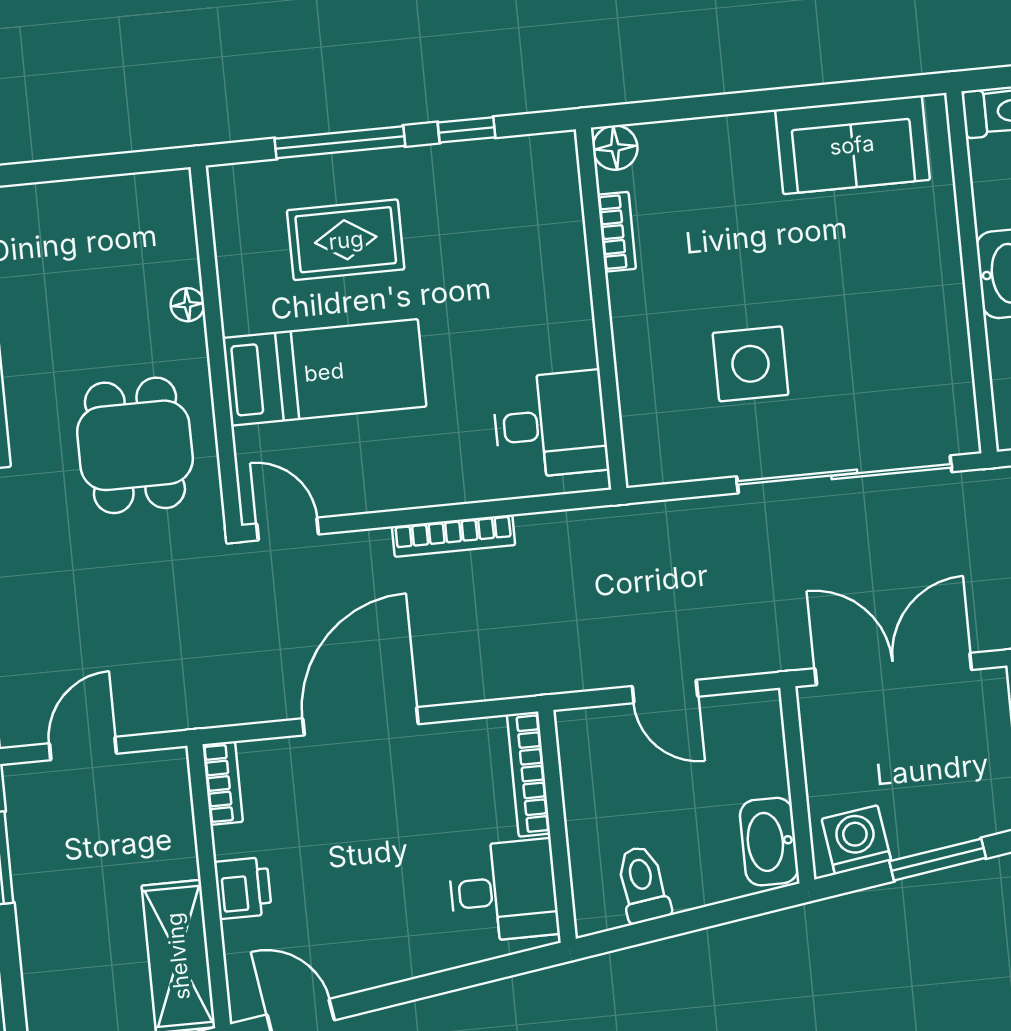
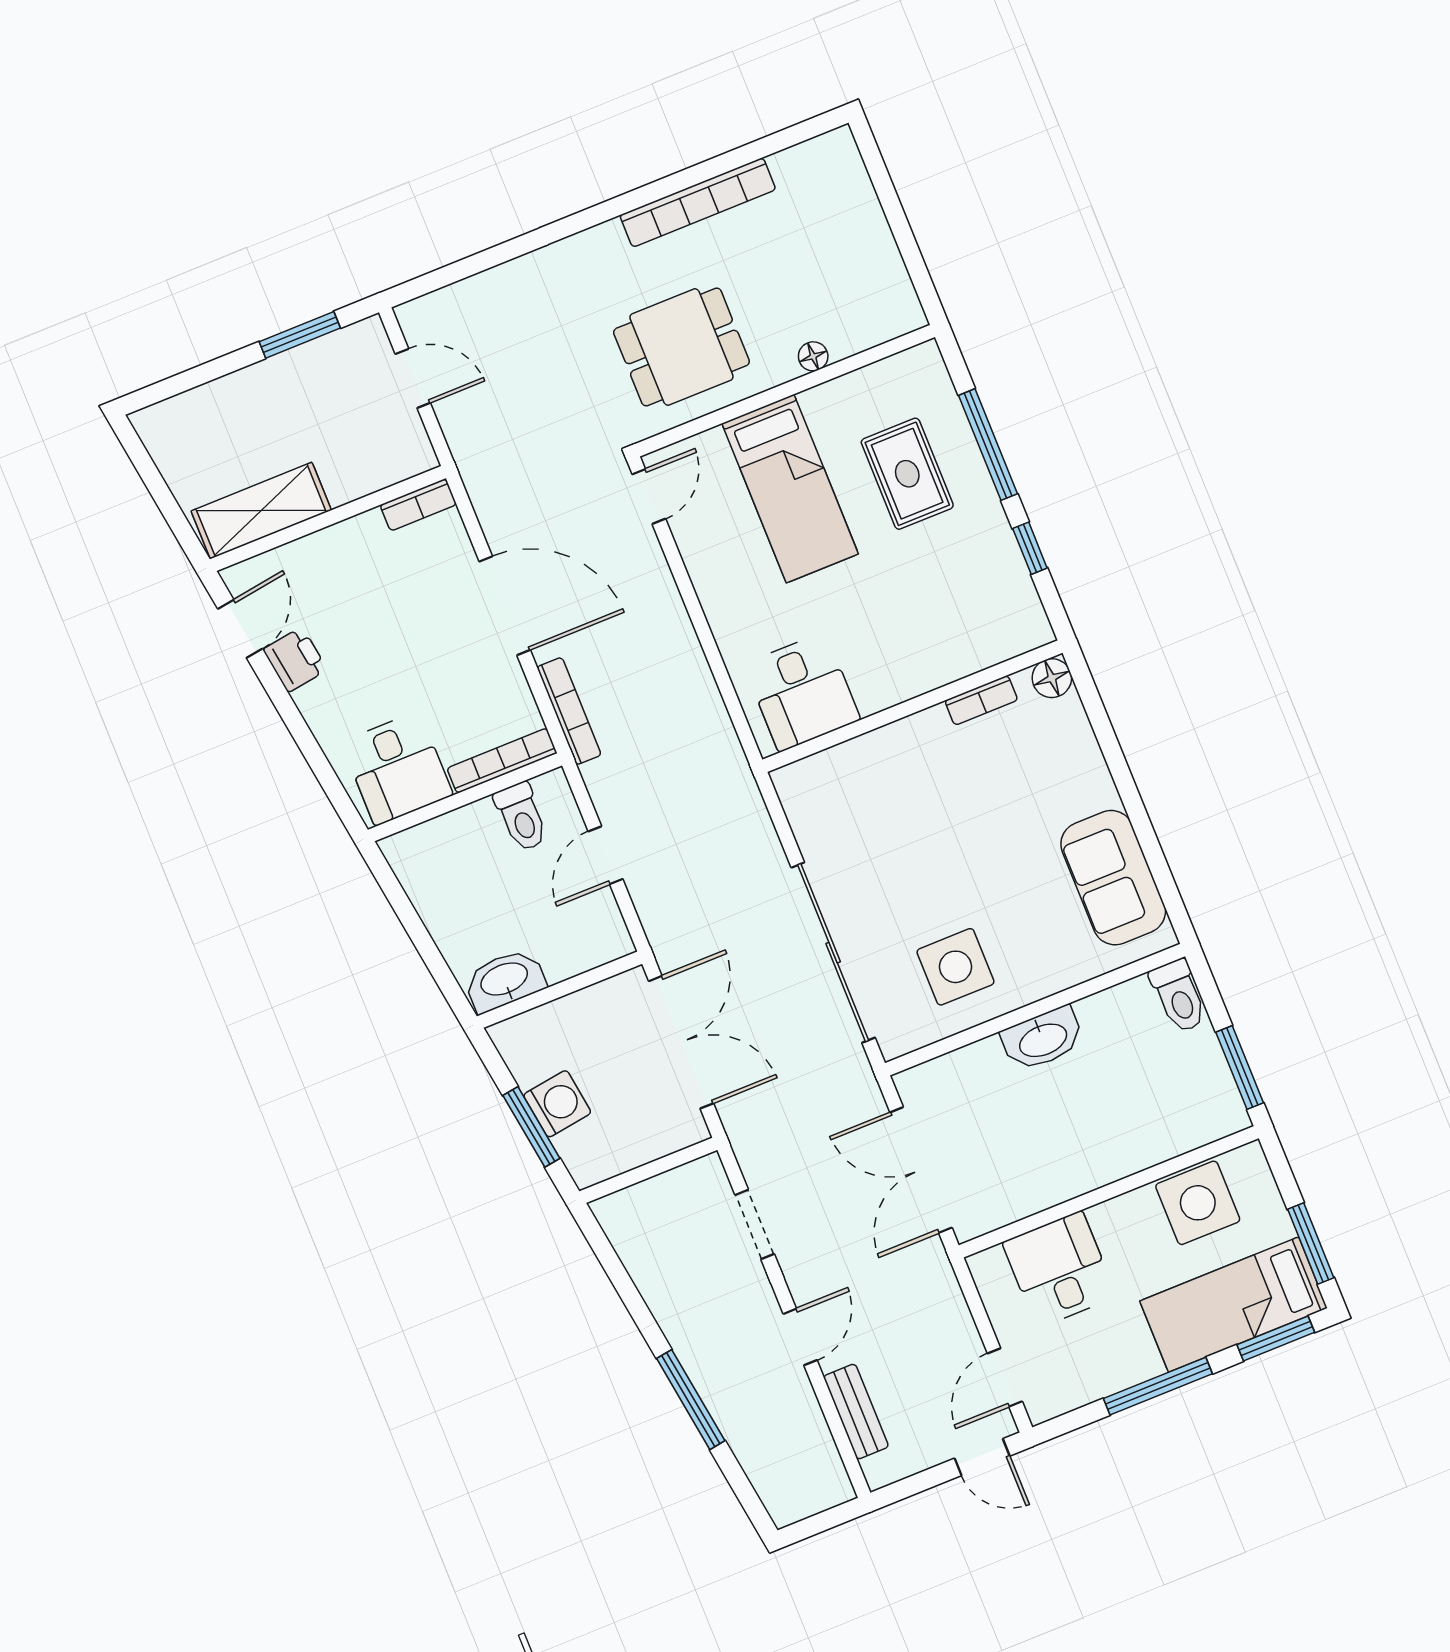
side table: (751, 364) -> (955, 967), moved
bookcase: (453, 536) -> (569, 711), moved, turned 180
washing machine: (856, 840) -> (557, 1104), moved
toilet: (643, 884) -> (521, 817), moved, turned 98
printer: (243, 888) -> (295, 660), moved, turned -98

